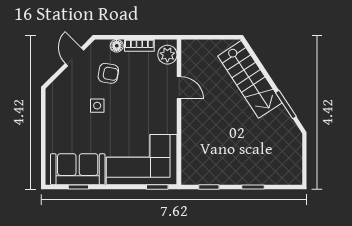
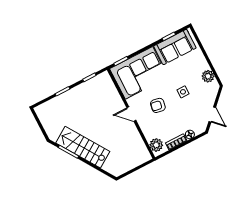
armchair: (108, 73) -> (158, 105), moved
stairs: (250, 79) -> (83, 147), moved
door: (179, 88) -> (131, 114), moved
plant: (54, 109) -> (208, 76), added

